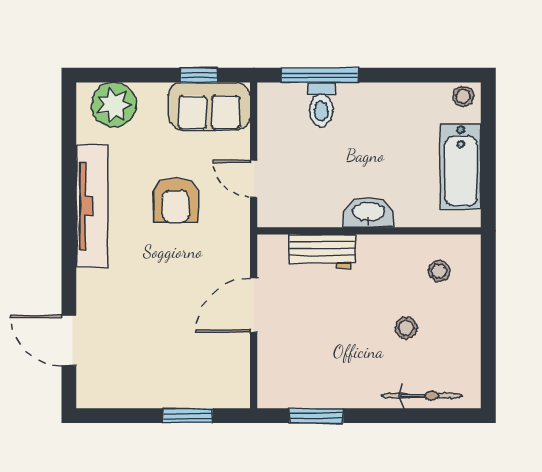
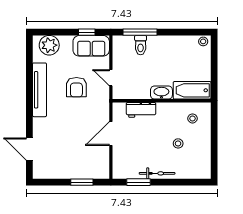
bathtub: (461, 166) -> (192, 90), moved, turned 90
bicycle: (422, 396) -> (157, 173), moved

